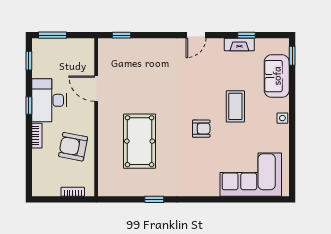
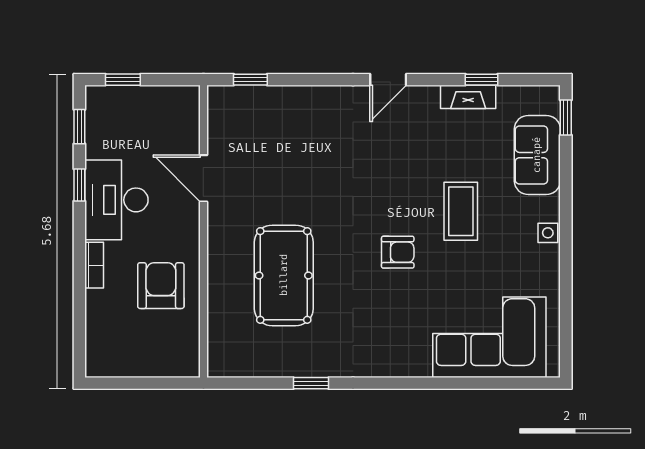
window: (52, 35) -> (123, 80), width x0.67
window: (29, 106) -> (79, 185), moved
armchair: (73, 147) -> (161, 286), turned 79
bookcase: (73, 192) -> (160, 369), removed

